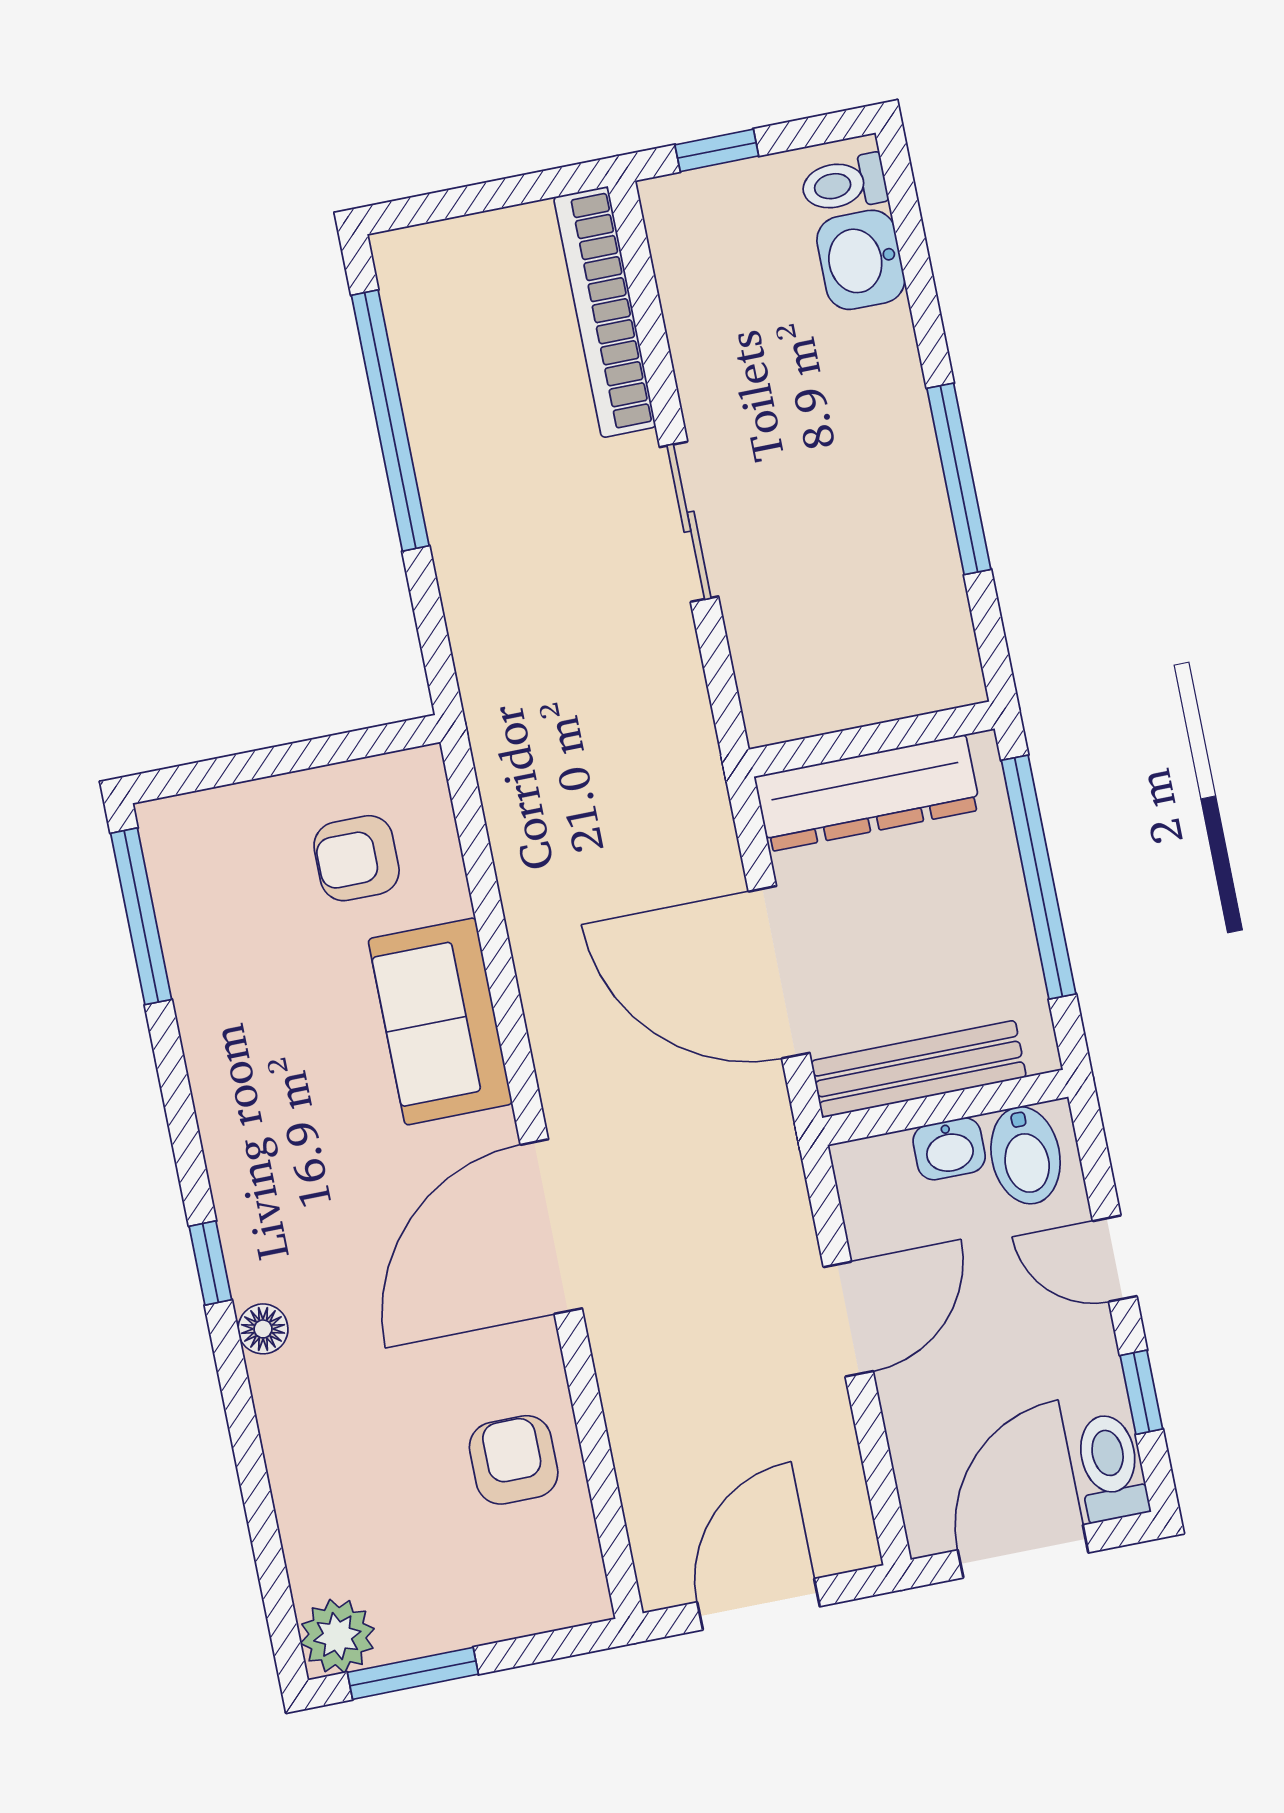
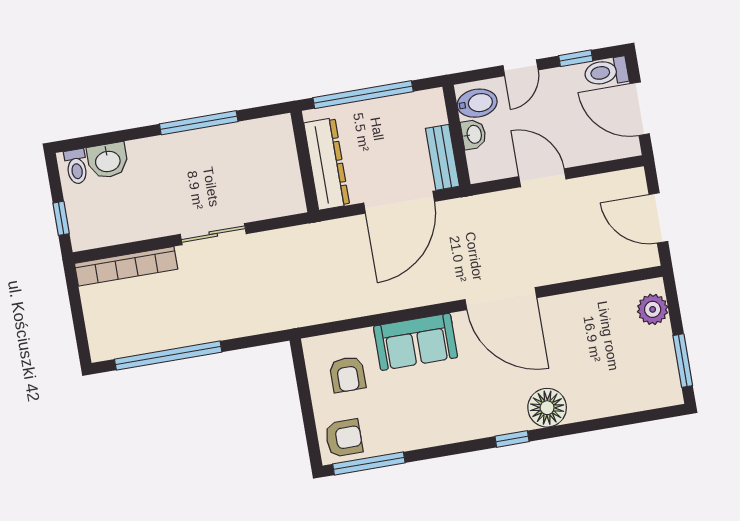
bench: (919, 1069) -> (442, 157), width x0.73
floor lamp: (263, 1329) -> (547, 408), width x1.89, depth x1.89
armchair: (514, 1460) -> (344, 438), moved, turned 180
plant: (337, 1636) -> (653, 309), moved

